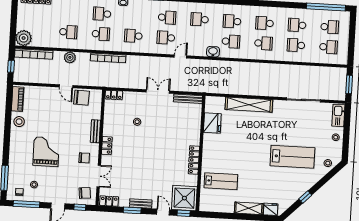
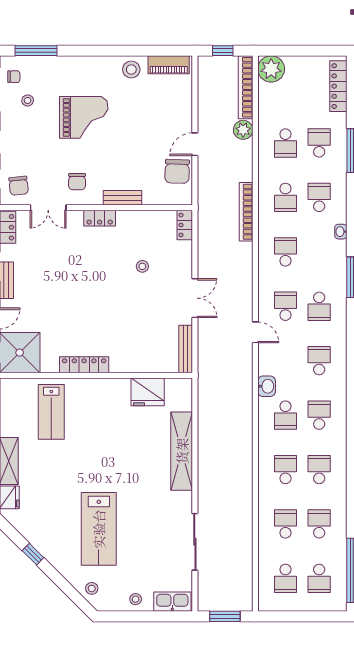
school desk: (69, 12) -> (319, 143), added
school desk: (263, 43) -> (285, 470), turned 180
plant: (70, 57) -> (243, 130), moved

